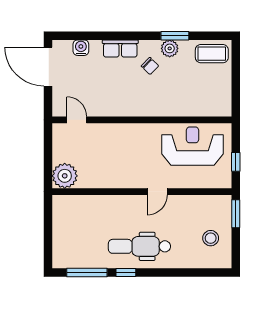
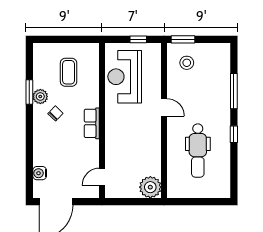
row of seats: (120, 48) -> (92, 123), moved, turned 180
coffee table: (212, 54) -> (69, 72), moved
stool: (211, 238) -> (187, 63), moved
dental chair: (139, 246) -> (198, 151), moved
window: (87, 272) -> (234, 91), moved

